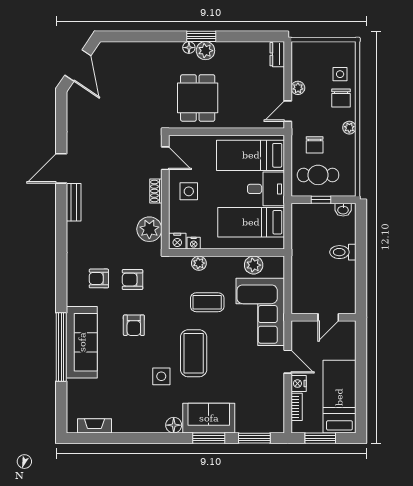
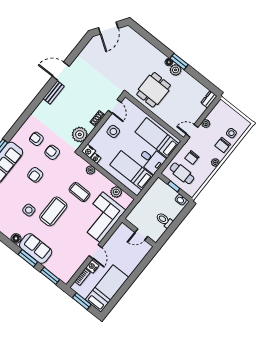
wall: (324, 317) -> (139, 233), moved
door: (328, 317) -> (141, 234), moved

